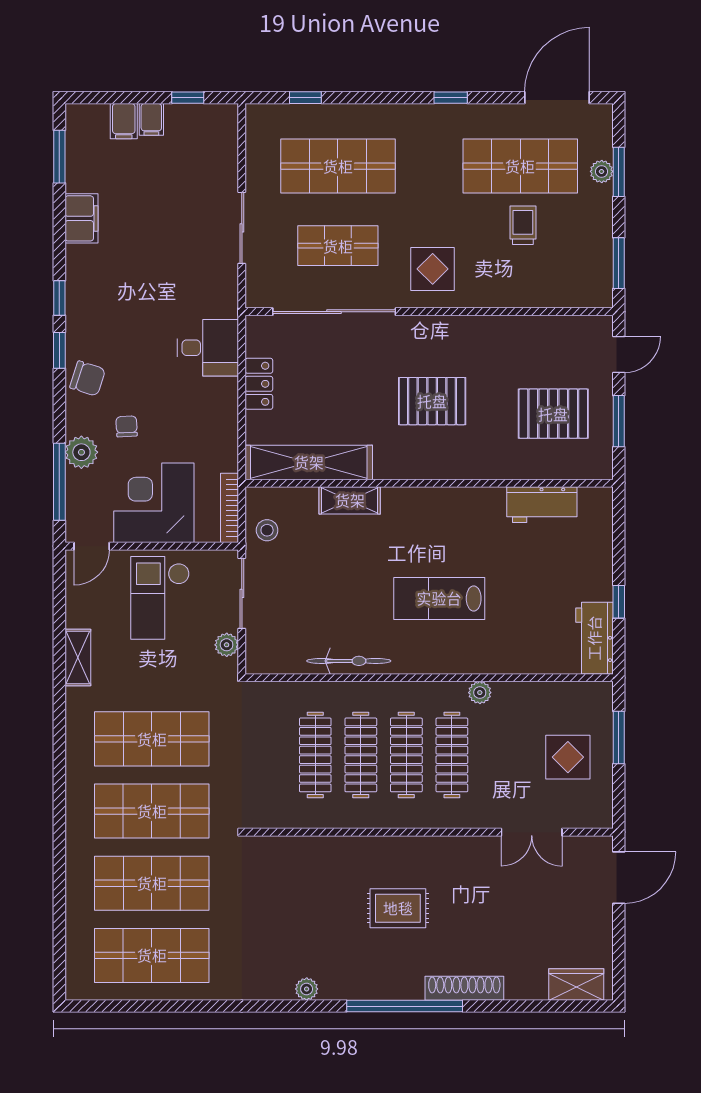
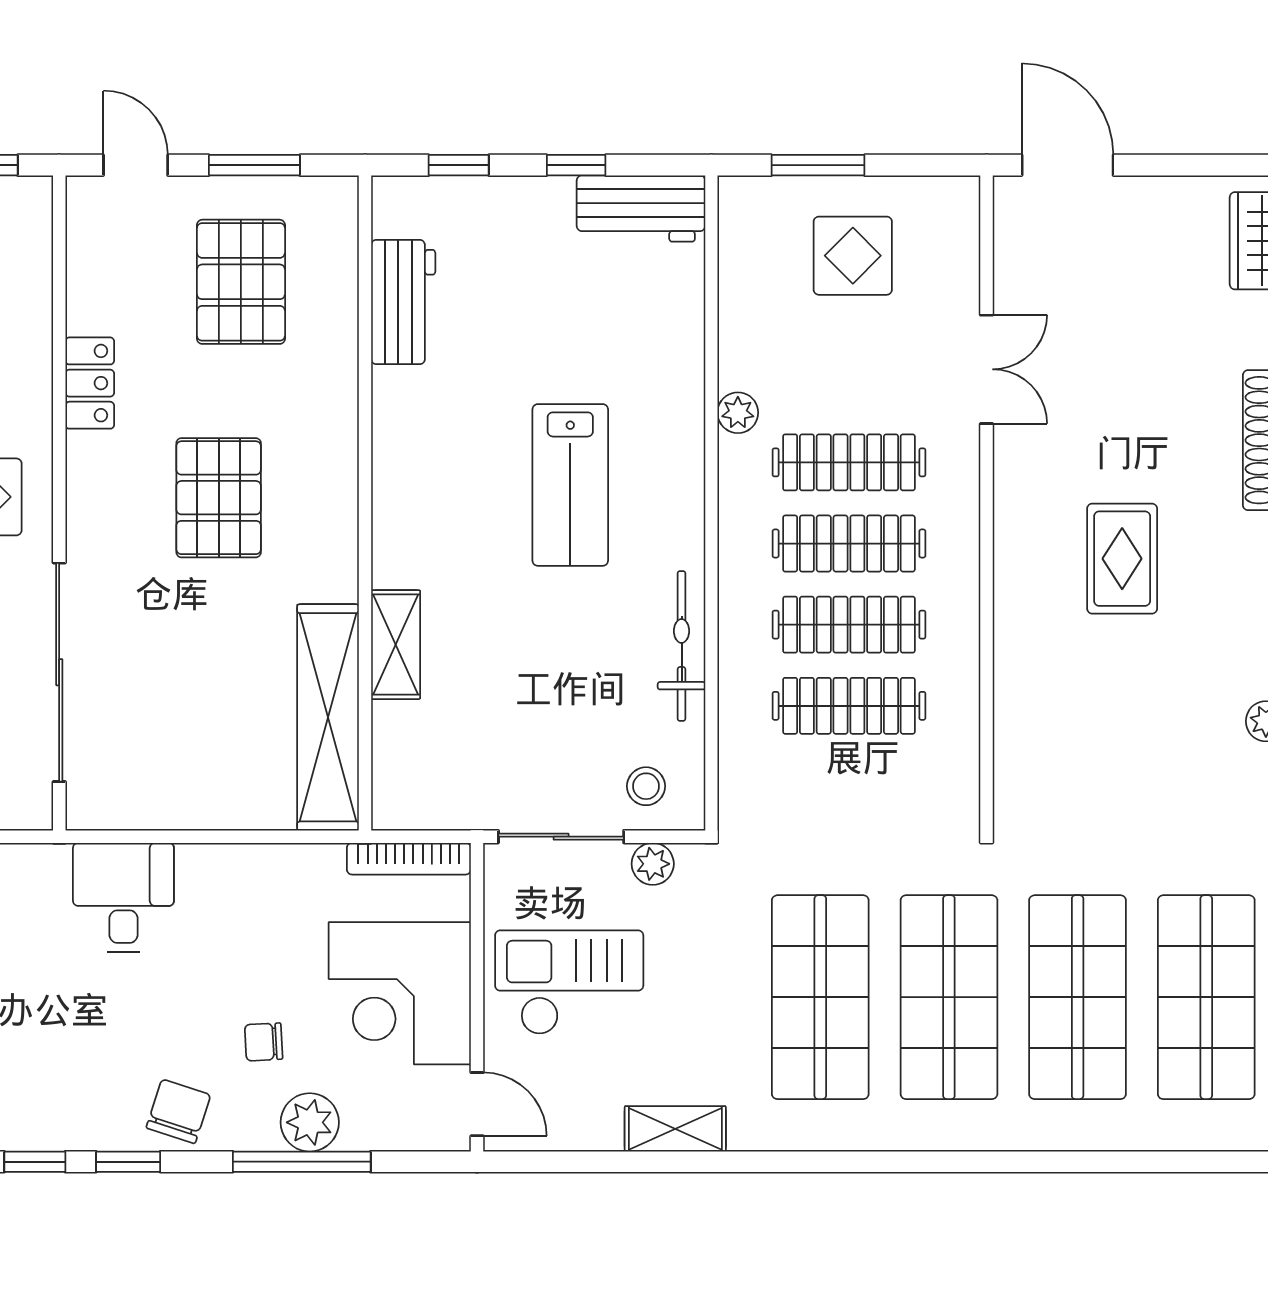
locker: (259, 384) -> (90, 383), moved, turned 90
window: (59, 482) -> (302, 1162), moved
stool: (267, 530) -> (646, 786), moved
window: (619, 536) -> (459, 165), added
checkout: (160, 598) -> (569, 982), turned 180
double door: (532, 832) -> (987, 369), moved

